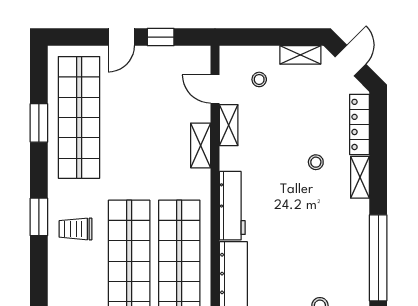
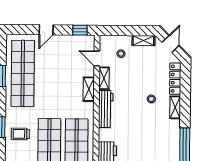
window: (161, 37) -> (80, 30), moved
workbench: (232, 206) -> (106, 109), moved

